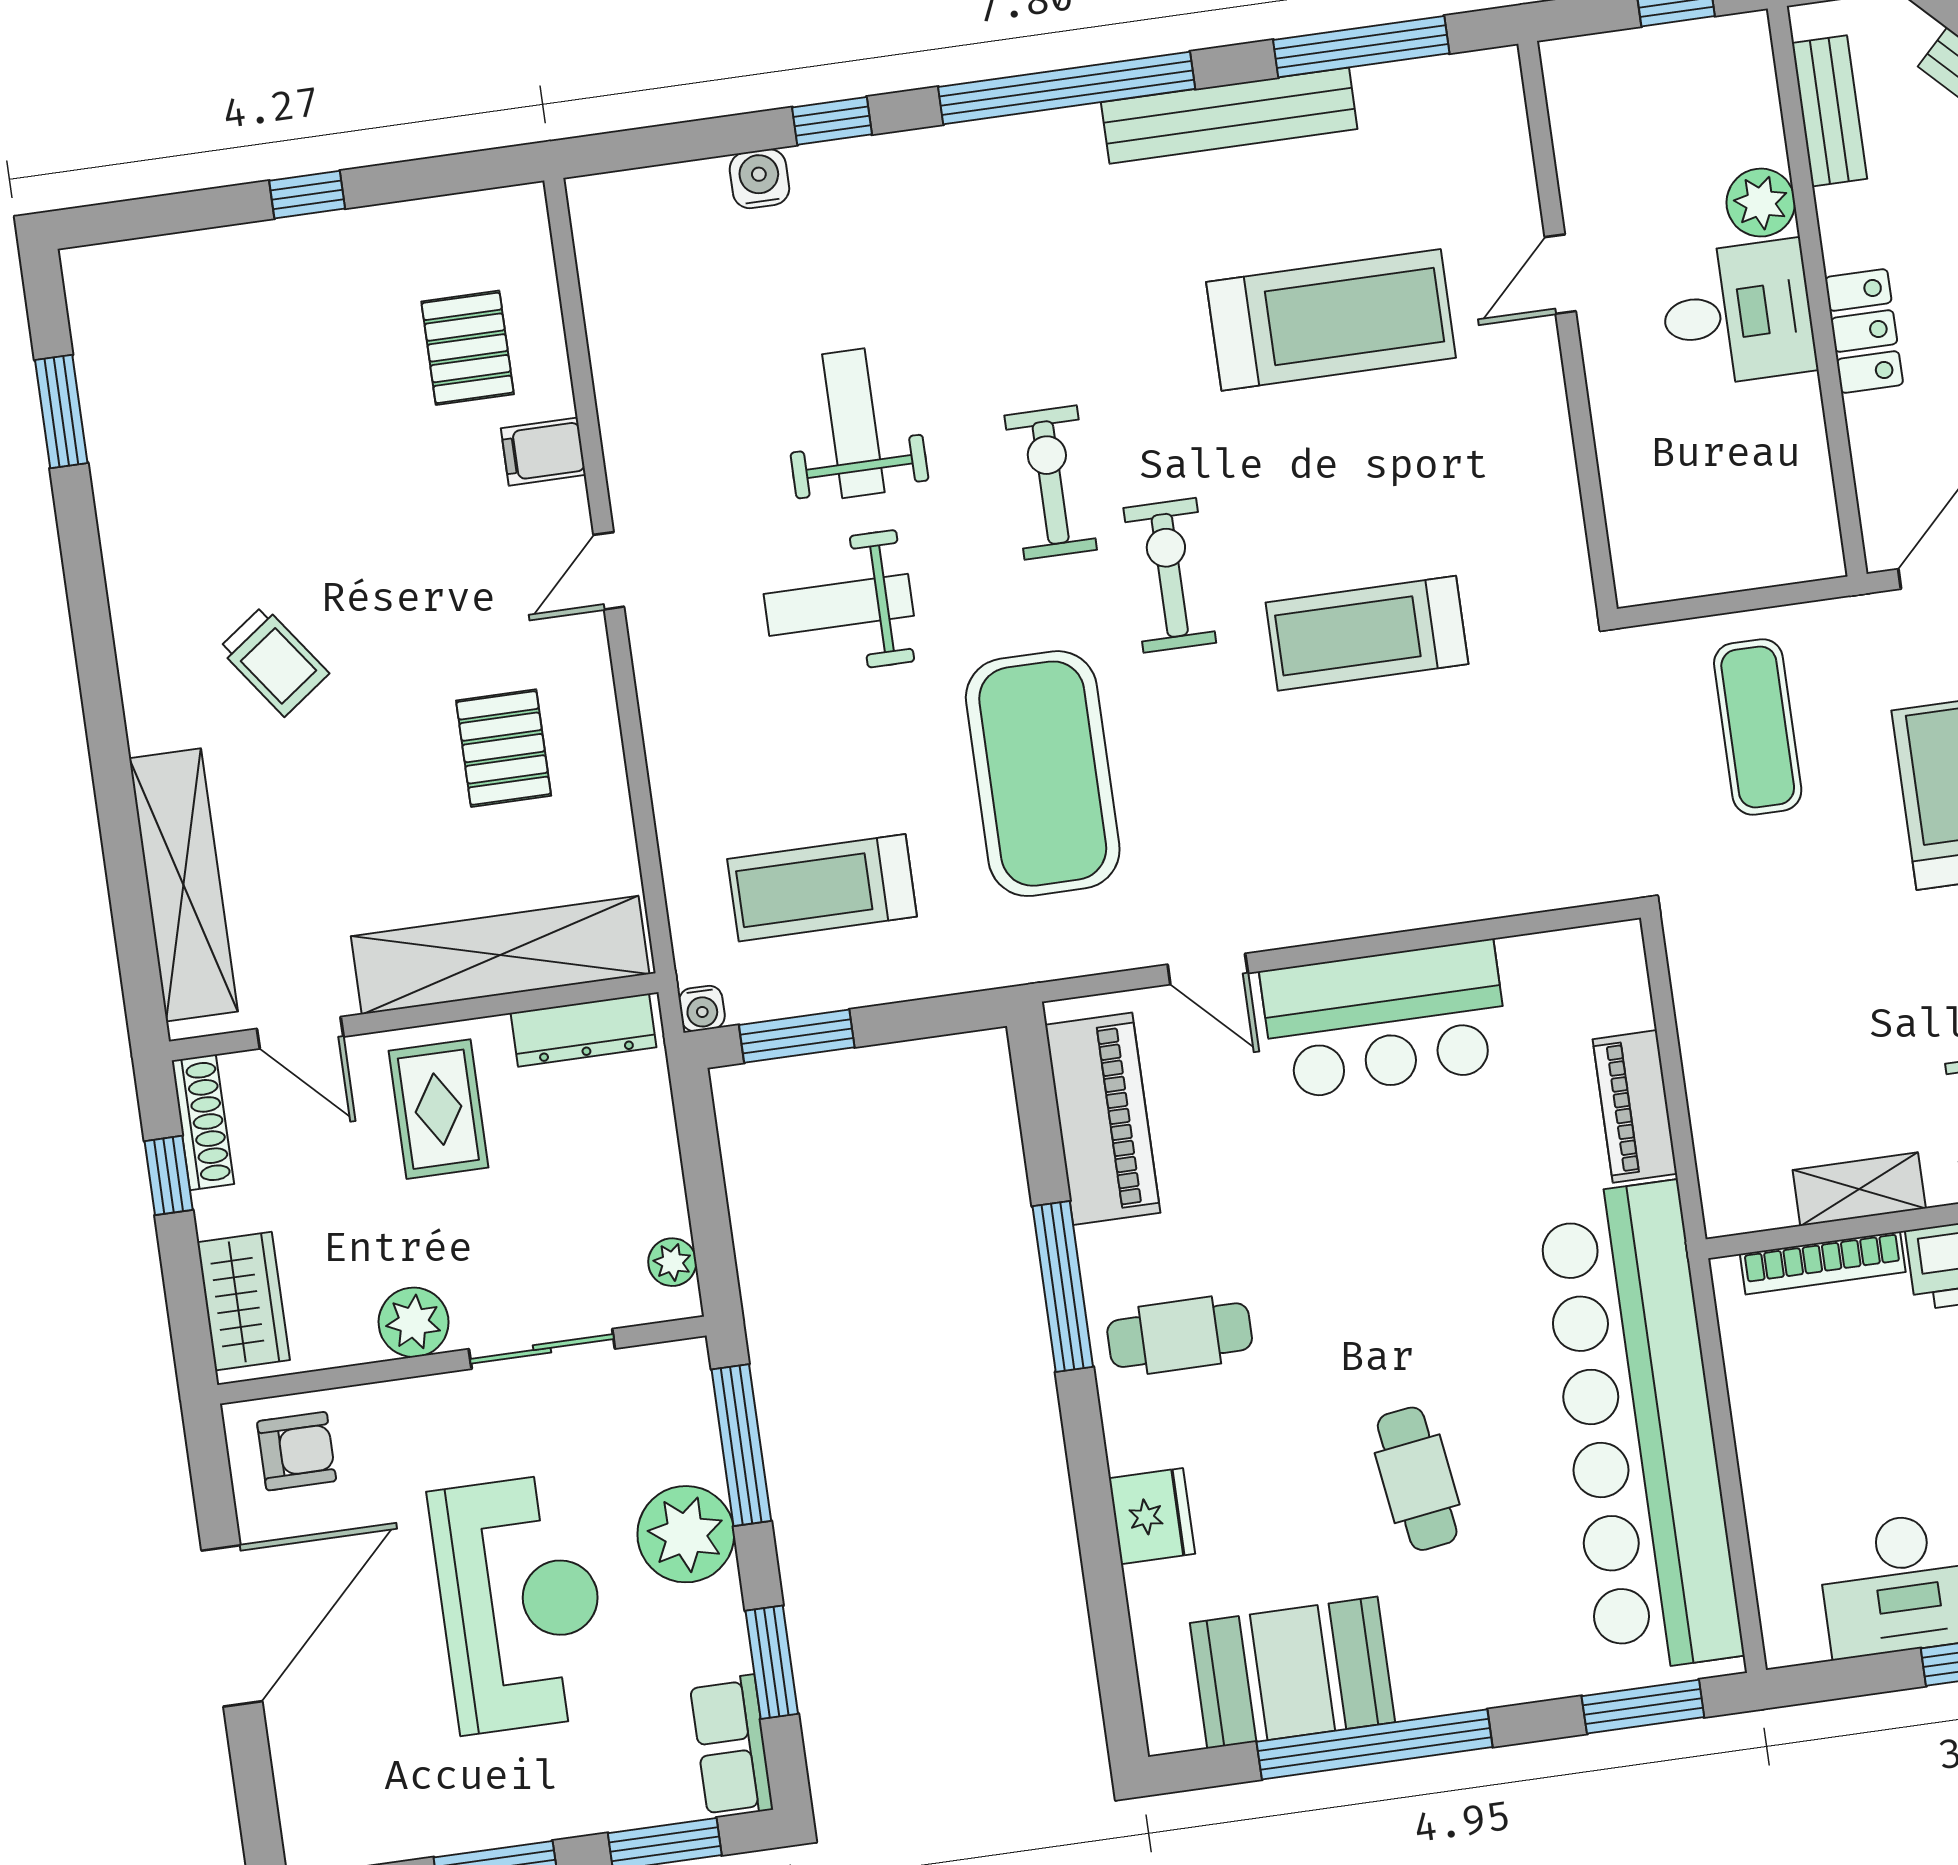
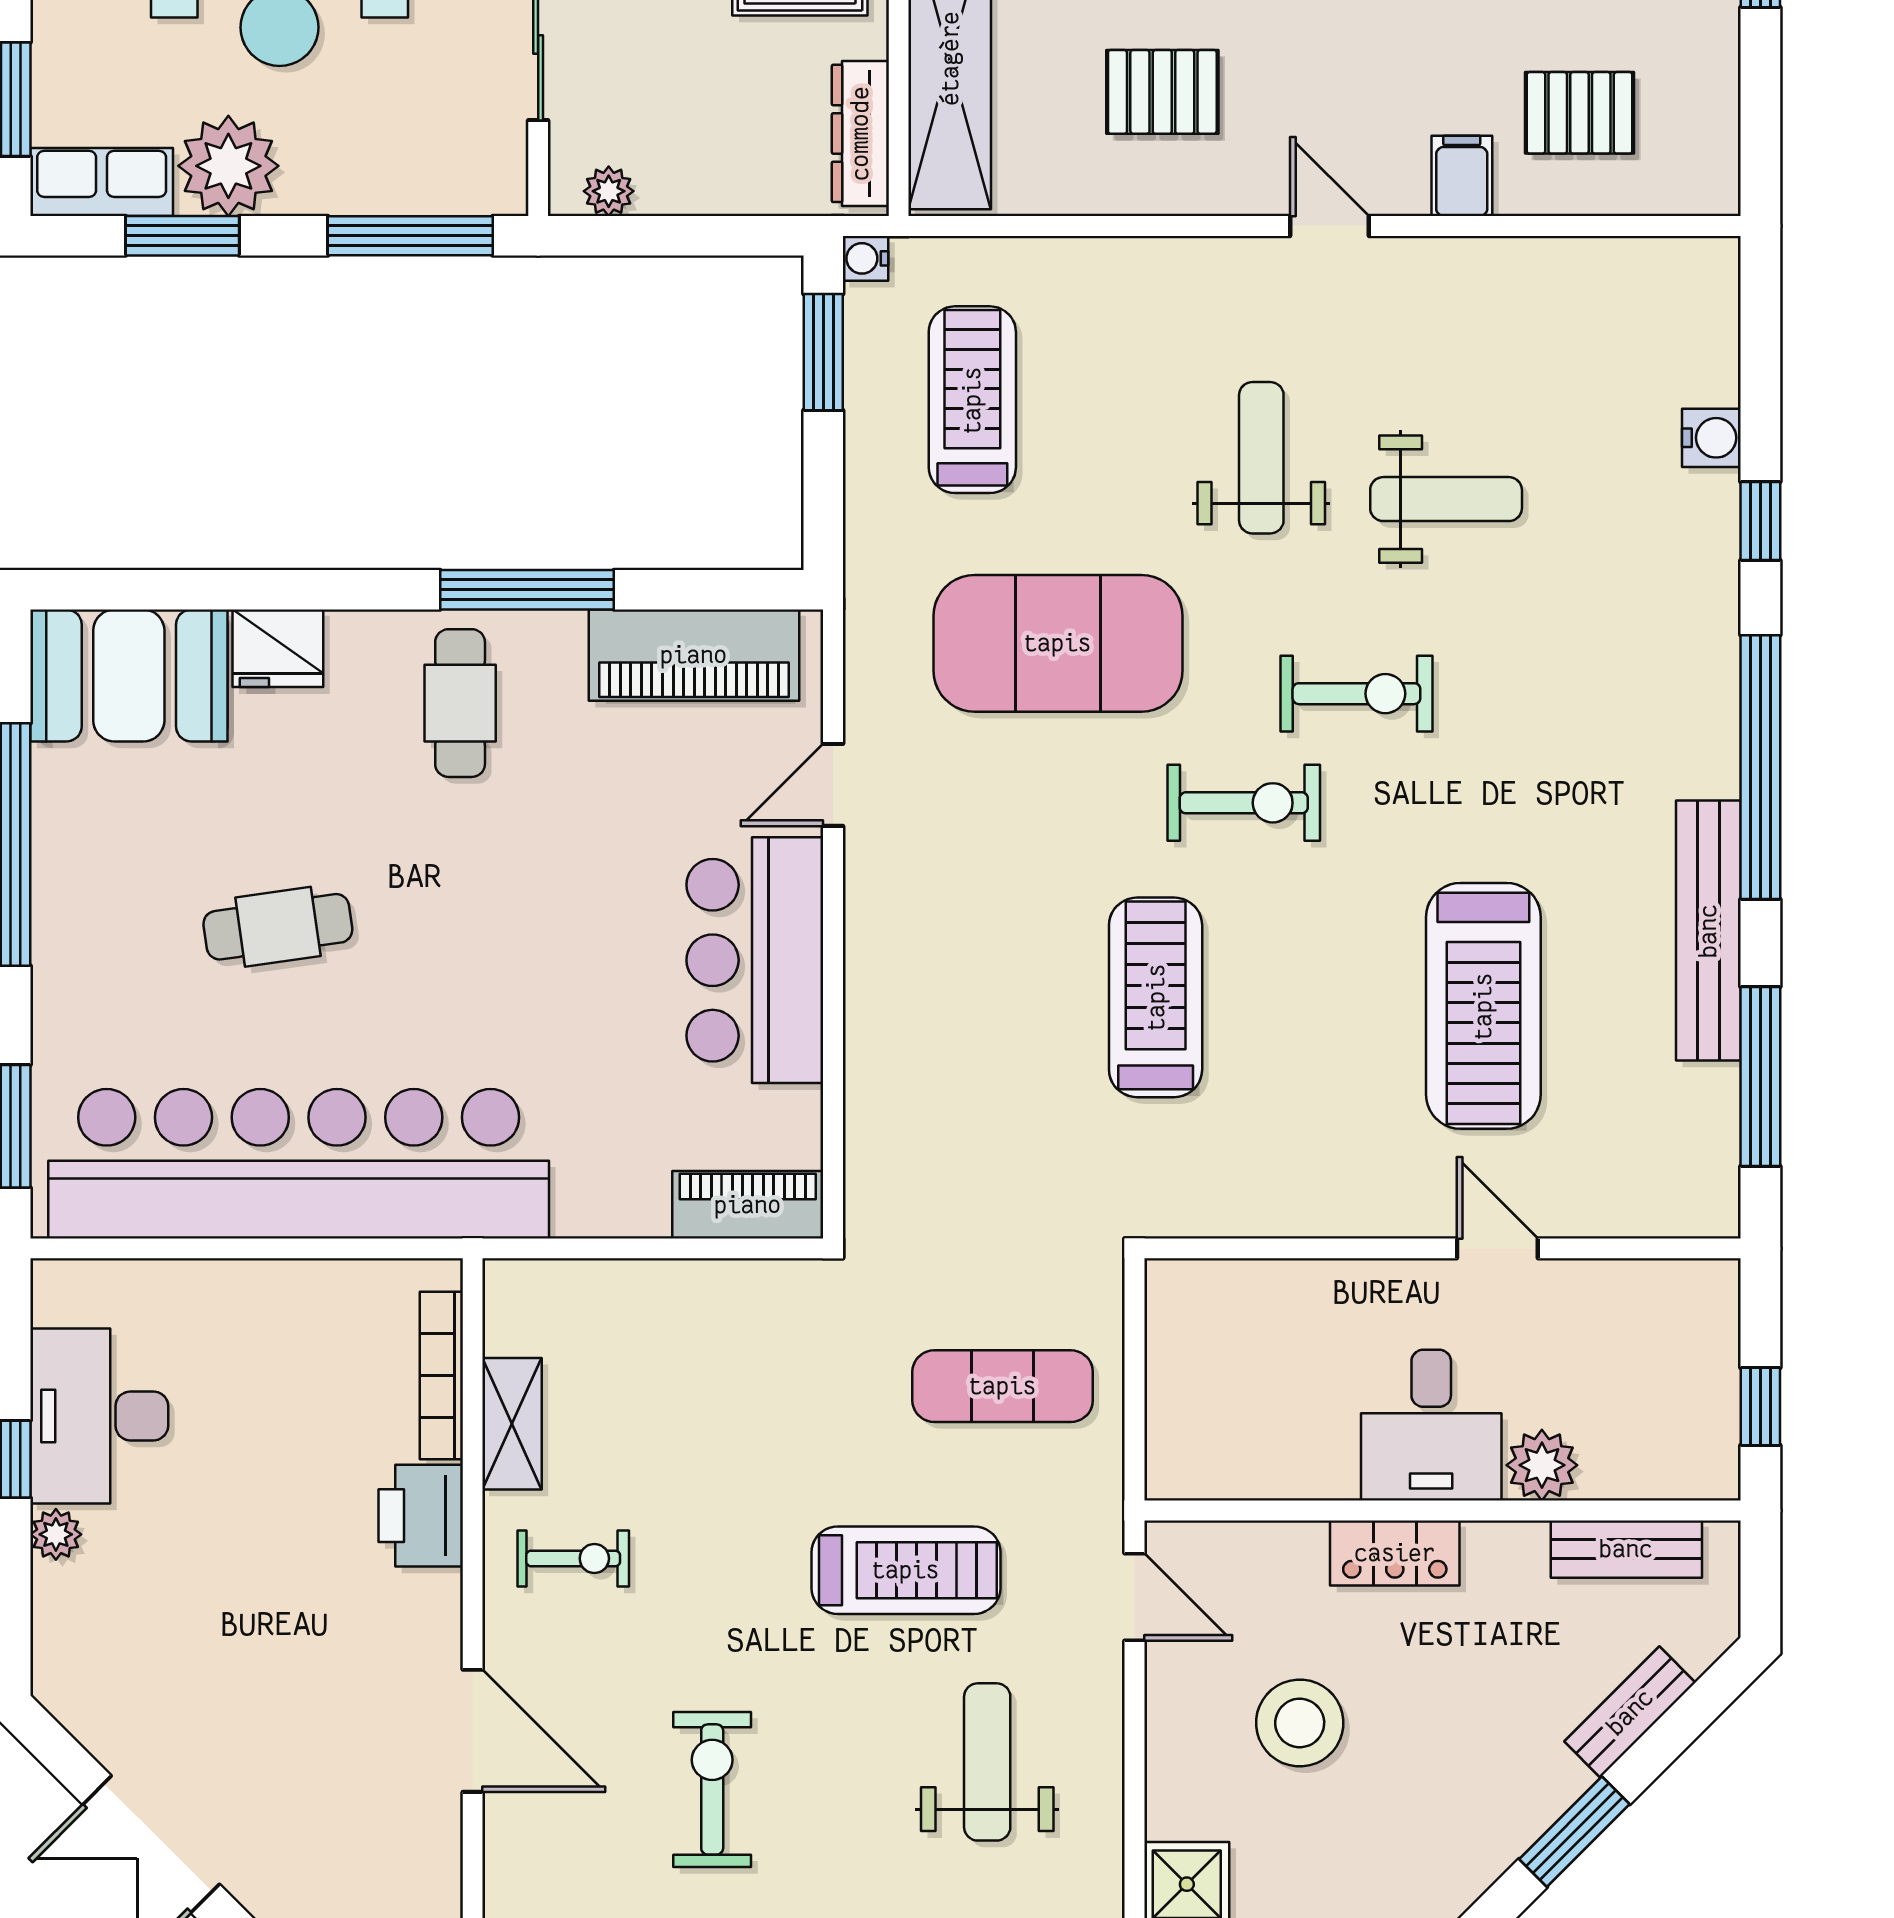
piano: (1635, 1106) -> (748, 1205), moved
plant: (686, 1534) -> (228, 166), moved
booth: (1292, 1673) -> (129, 675), moved, turned 90

